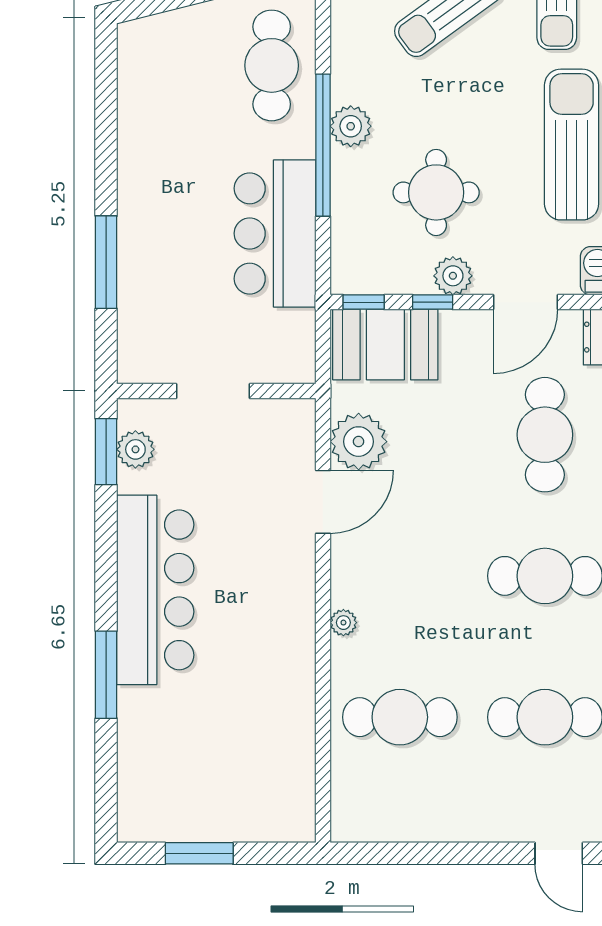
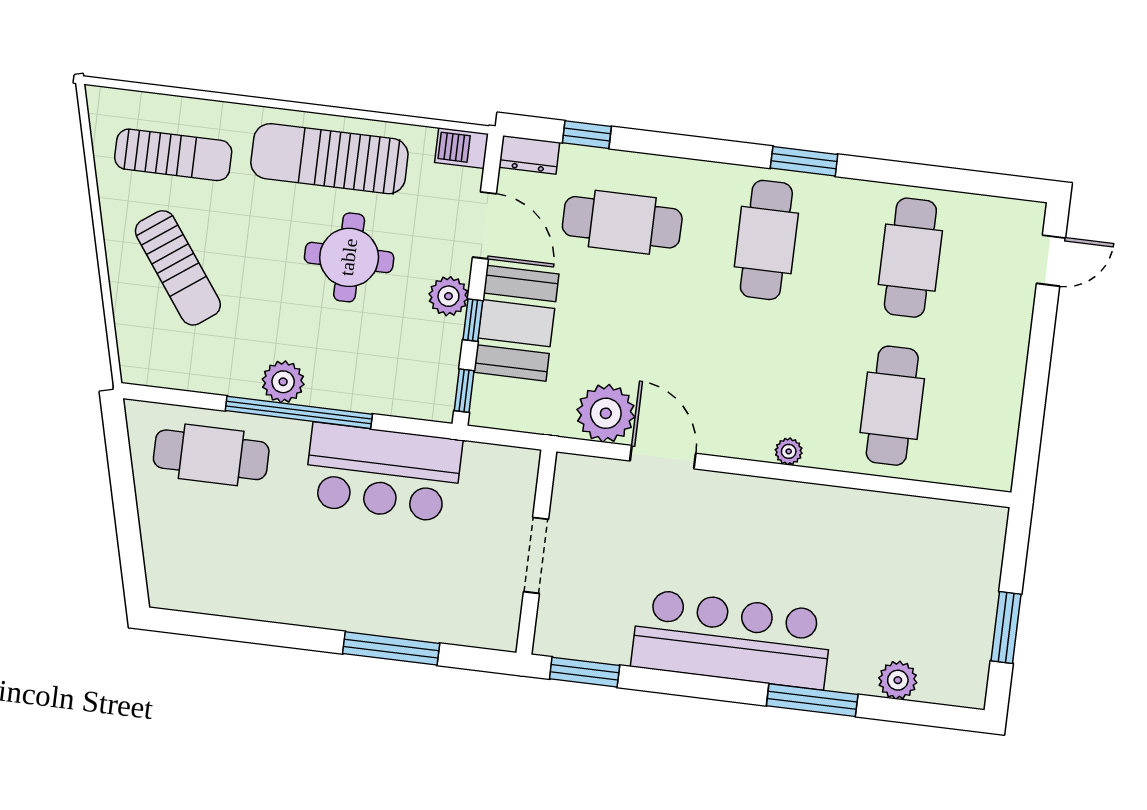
round table: (436, 192) -> (349, 257), moved
booth: (385, 344) -> (516, 323), moved
plant: (135, 449) -> (898, 680), moved

